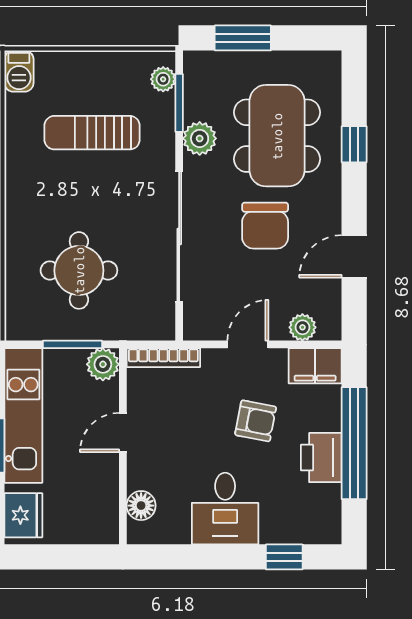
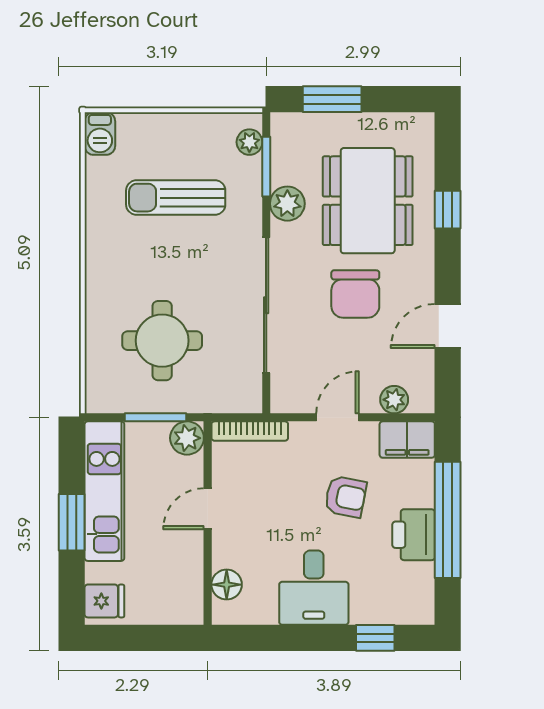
fridge: (23, 515) -> (104, 601), width x0.72

